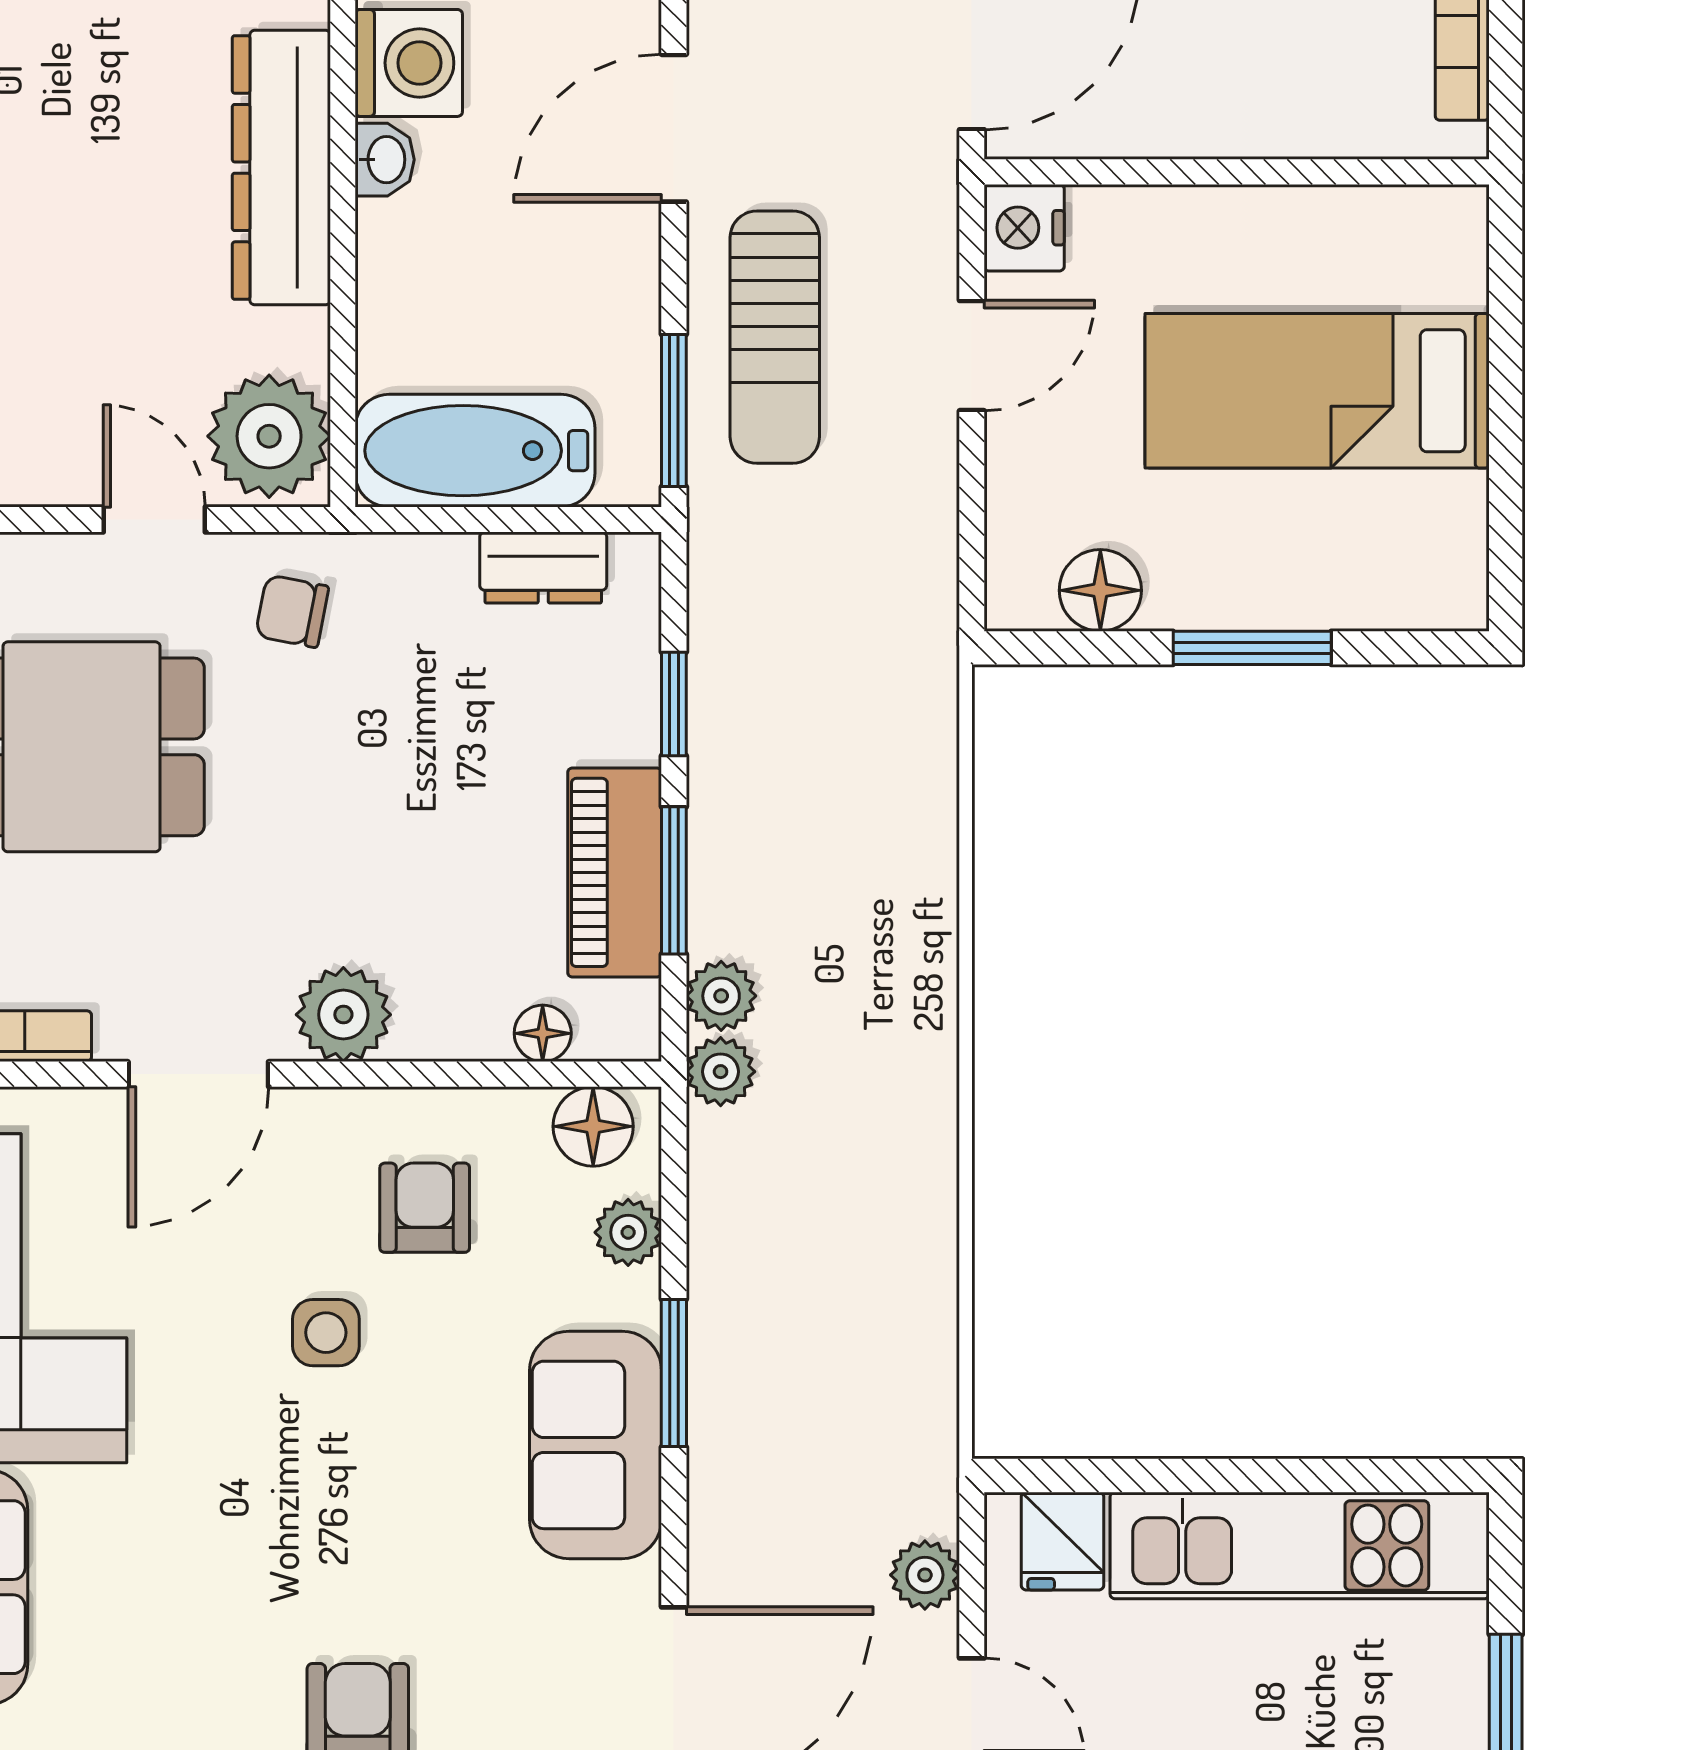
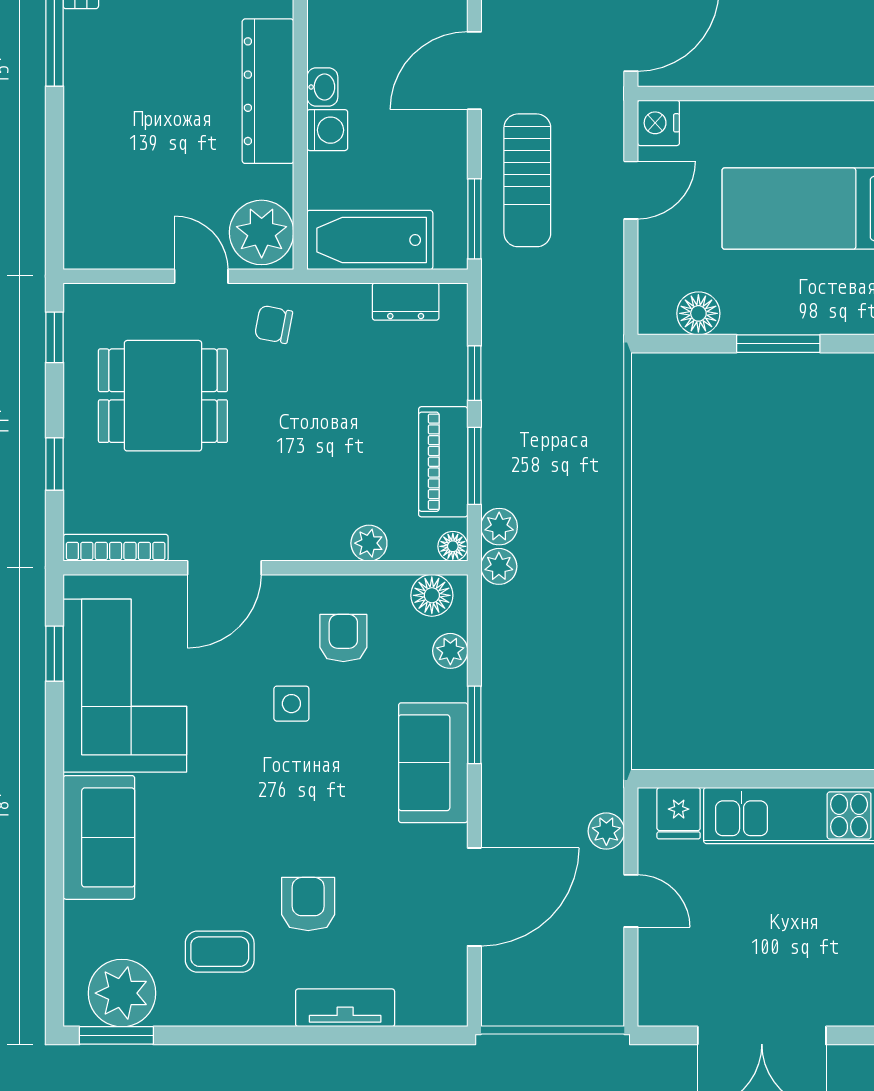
washing machine: (409, 63) -> (327, 130), moved, width x0.73, depth x0.73
plant: (343, 1015) -> (369, 543), moved, width x0.73, depth x0.73
floor lamp: (543, 1033) -> (453, 546), moved

